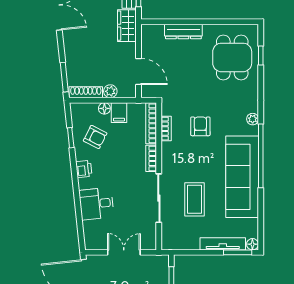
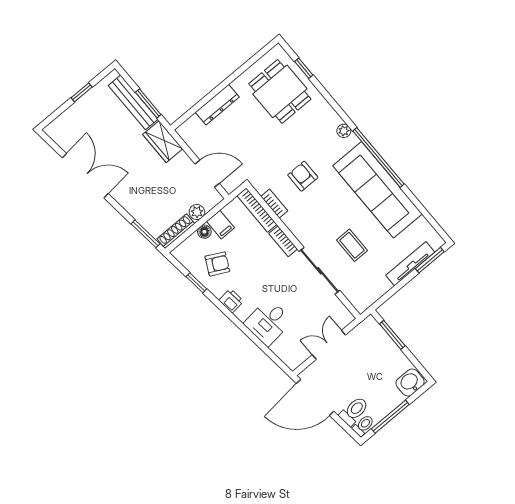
coffee table: (194, 199) -> (352, 245), width x0.73, depth x0.77
floor lamp: (252, 244) -> (437, 242), removed

